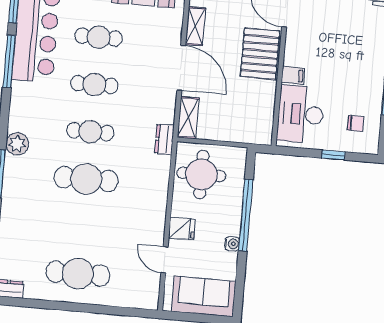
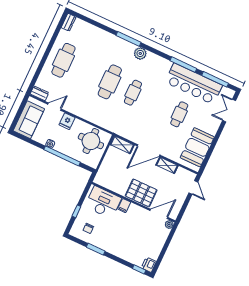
cafe table: (94, 84) -> (156, 103), removed
dresser: (164, 139) -> (39, 93), moved

